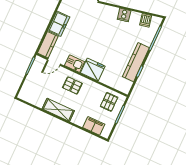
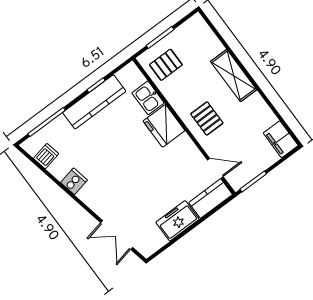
kitchen sink: (75, 64) -> (148, 98), moved
shelving: (58, 110) -> (234, 76), moved
filing cabinet: (94, 126) -> (281, 139), moved

